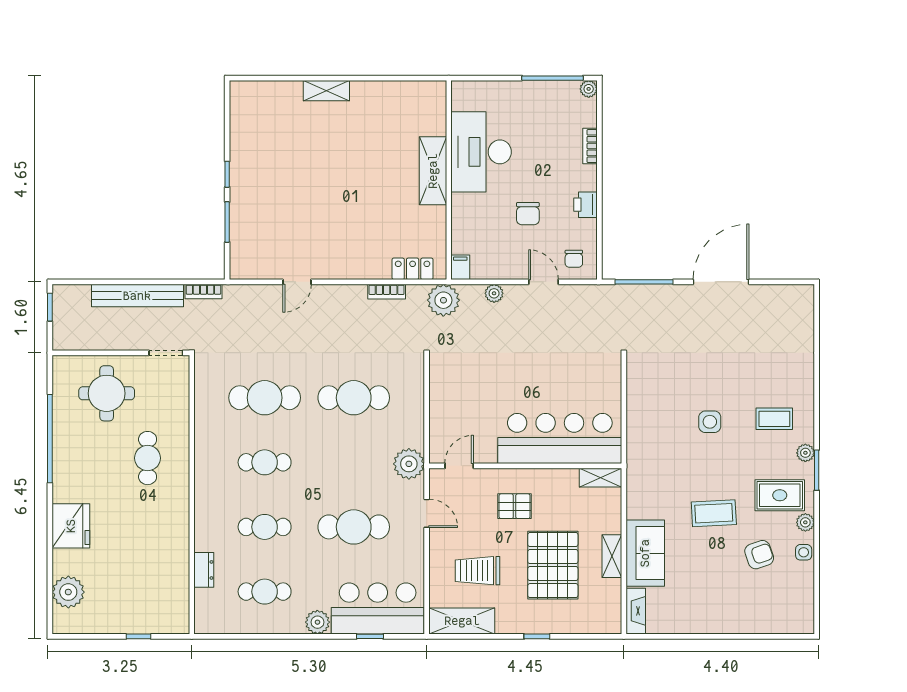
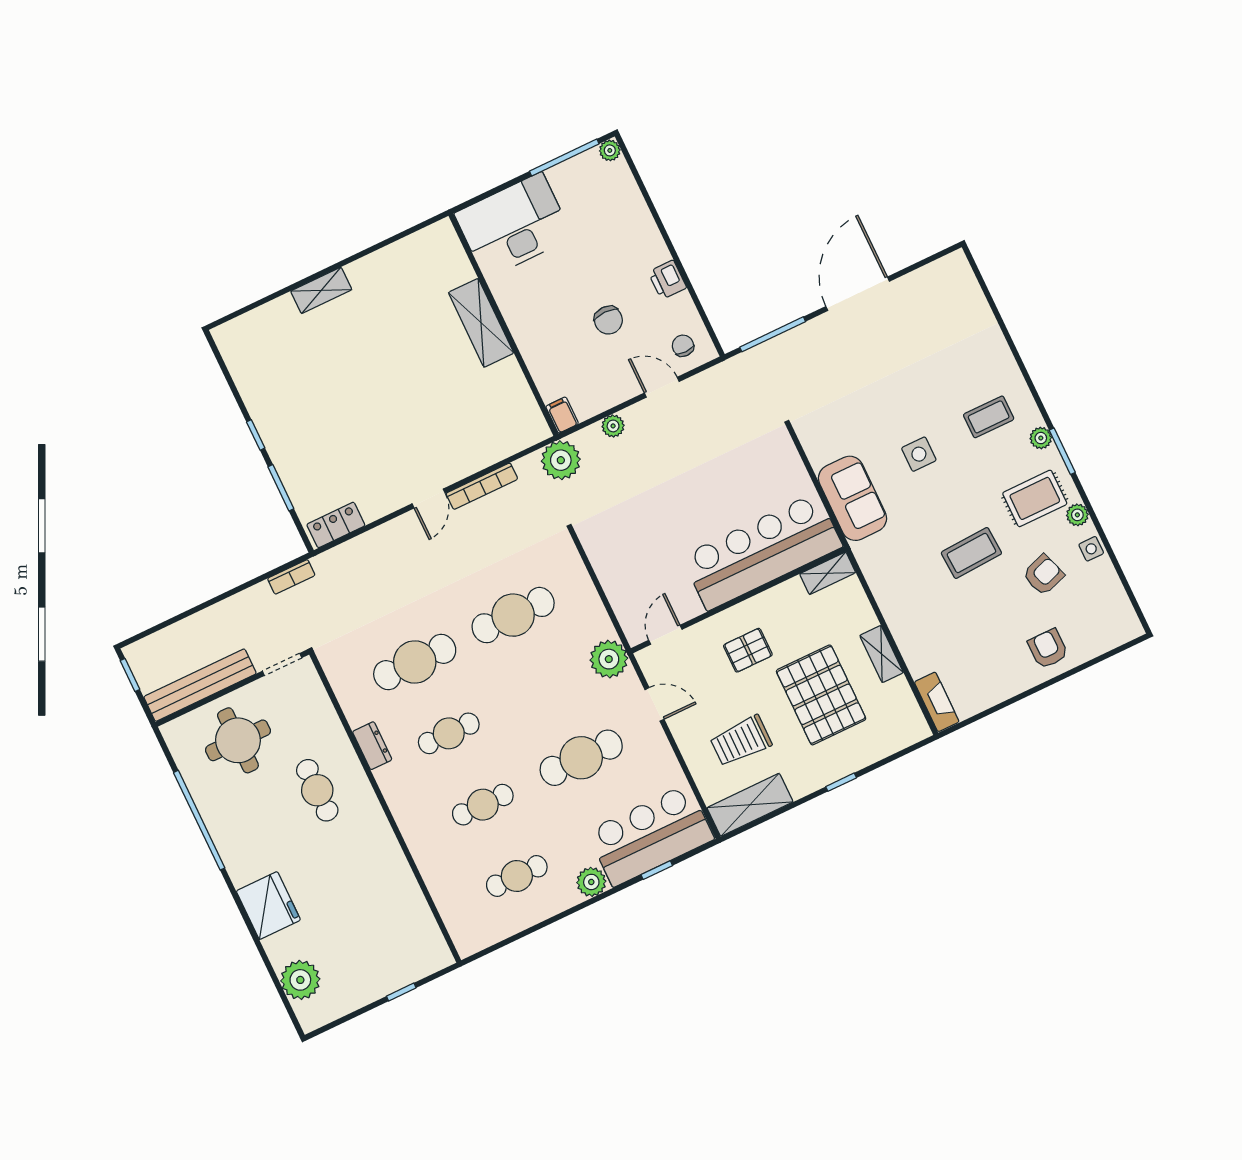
bookcase: (590, 146) -> (642, 213), removed
desk: (481, 152) -> (514, 225), moved, turned 90
chair: (574, 259) -> (683, 346), turned 180
locker: (413, 269) -> (336, 525), moved
door: (297, 282) -> (429, 498), moved
bookcase: (387, 292) -> (482, 486), width x1.56
bench: (137, 296) -> (200, 685), moved
sofa: (645, 553) -> (853, 498), moved
dresser: (204, 570) -> (372, 746), moved
armchair: (737, 611) -> (1048, 649), added

